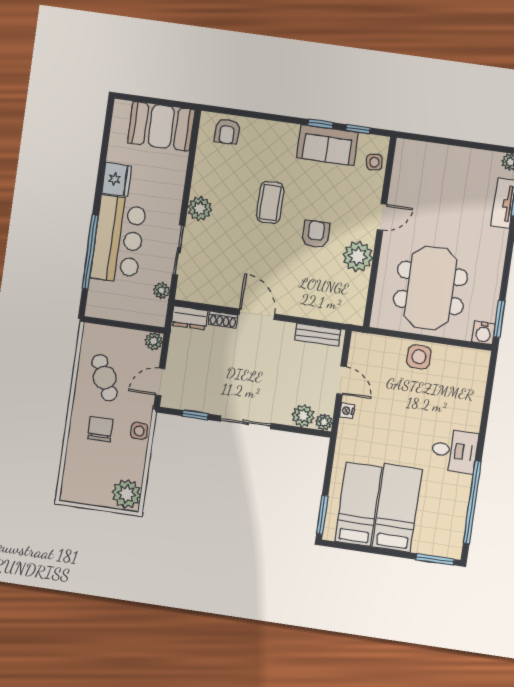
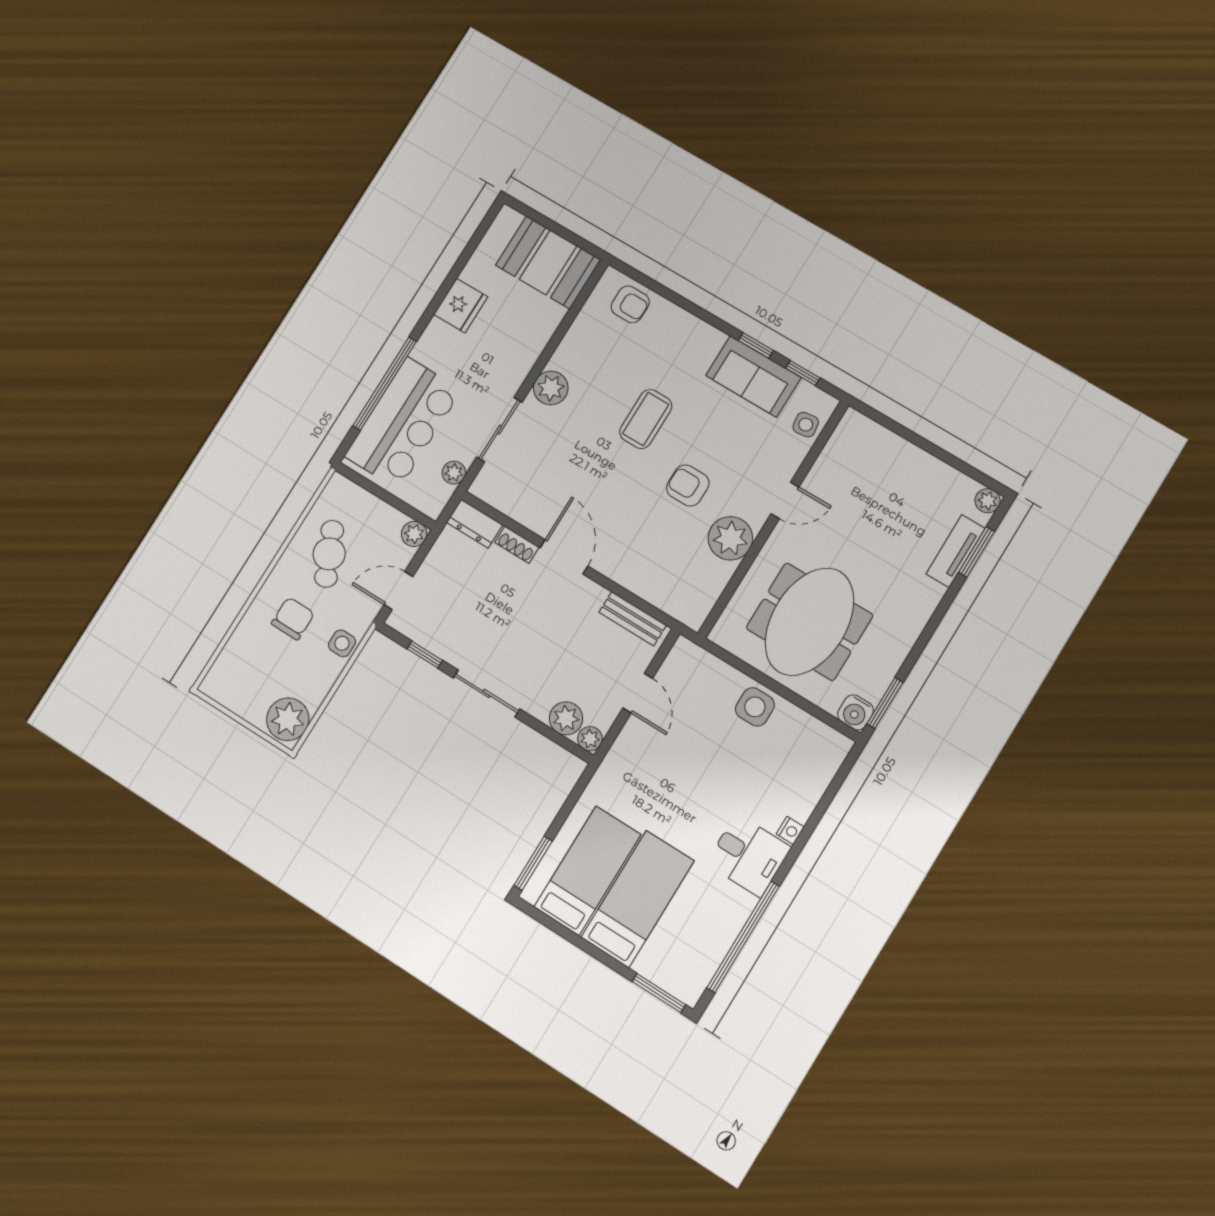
armchair: (227, 131) -> (630, 304), turned -90
armchair: (316, 234) -> (688, 485), turned -90
bar counter: (119, 239) -> (403, 423), moved
nightstand: (347, 411) -> (790, 831), moved, turned 180

